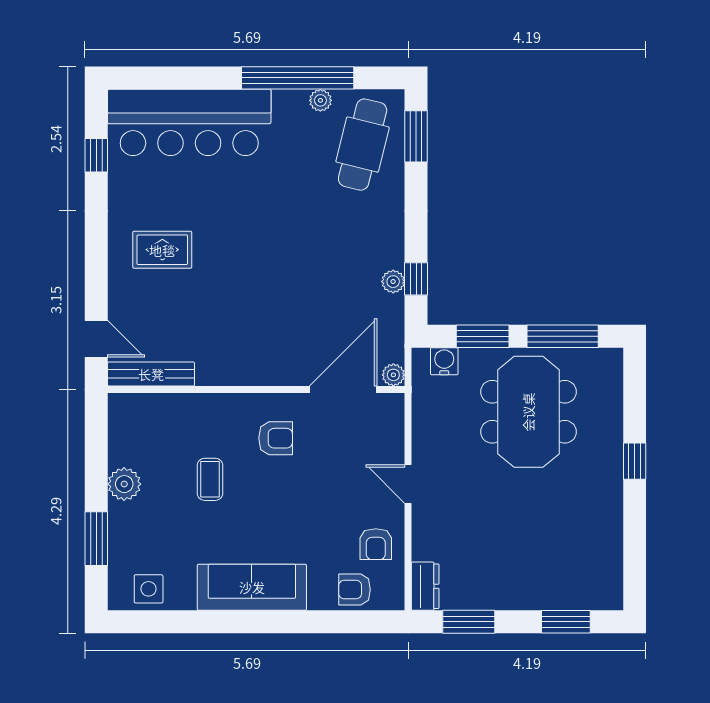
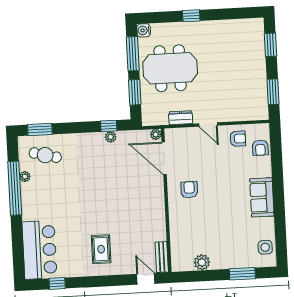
bar counter: (189, 122) -> (39, 250), width x0.73
cafe table: (363, 145) -> (45, 155), width x0.73, depth x0.74
door: (96, 339) -> (146, 279), hinge flipped
water cooler: (444, 361) -> (144, 30), moved
bench: (151, 374) -> (162, 257), width x0.73
coffee table: (210, 479) -> (211, 220), removed
plant: (124, 484) -> (202, 262), moved
door: (408, 484) -> (208, 125), hinge flipped
dresser: (425, 586) -> (181, 118), moved
sofa: (252, 587) -> (262, 197), width x0.73

